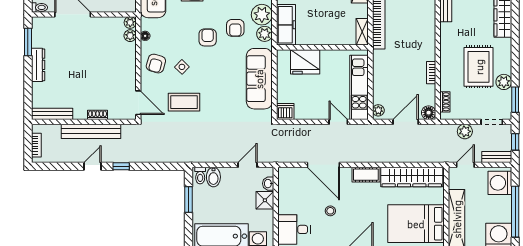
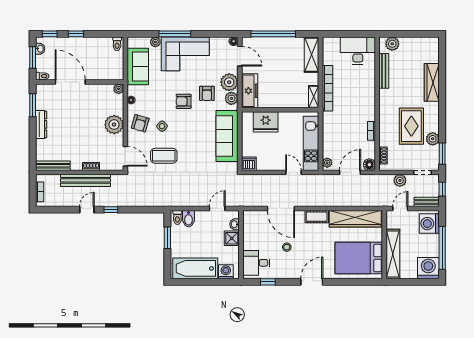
plant: (130, 36) -> (114, 125), moved, width x1.88, depth x1.88
armchair: (208, 37) -> (184, 101), turned -90

